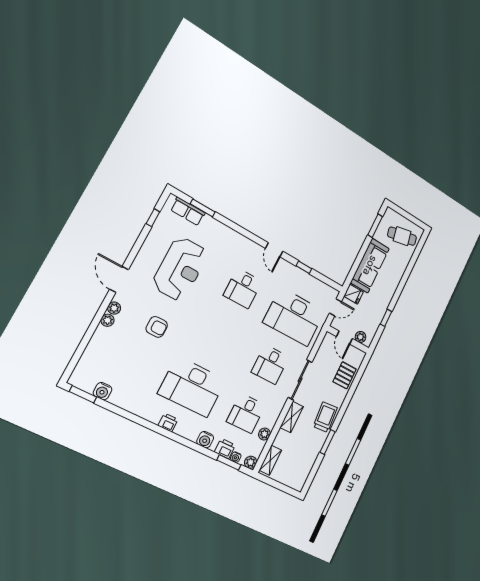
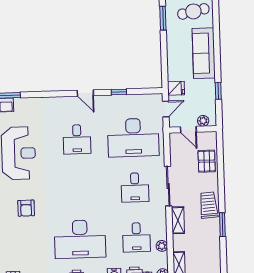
sofa: (370, 266) -> (204, 53), moved, turned 180
armchair: (157, 327) -> (26, 208), turned 90

